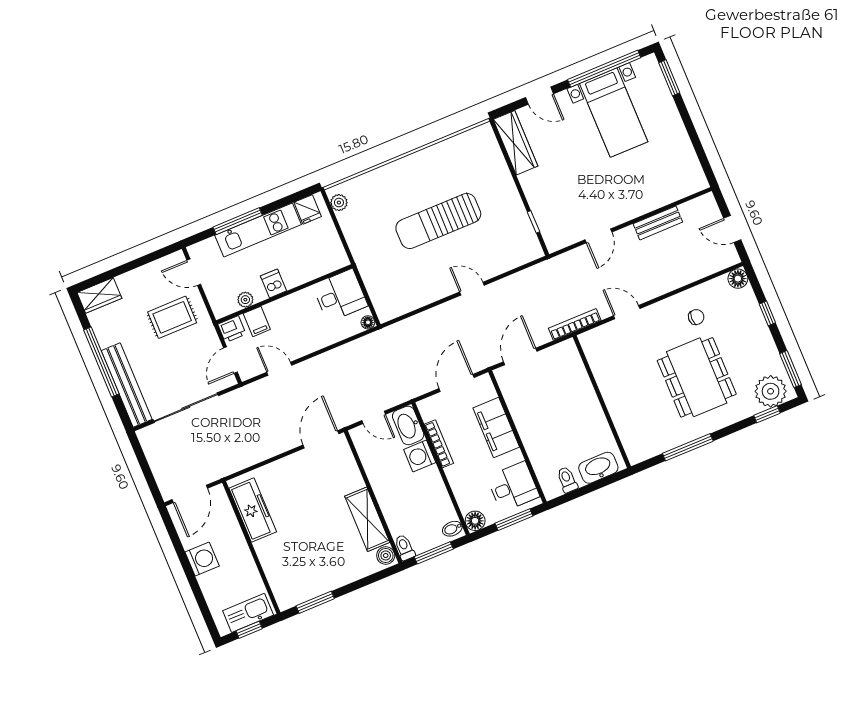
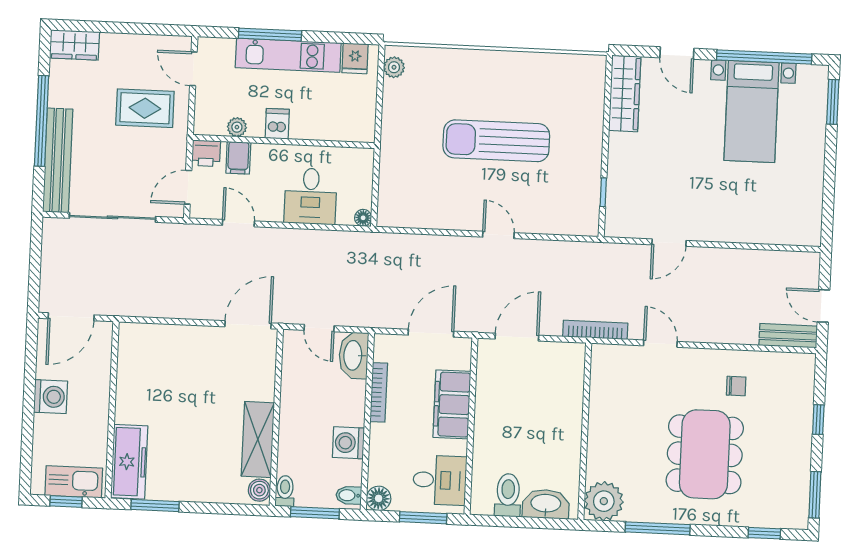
bench: (658, 223) -> (788, 336), moved
floor lamp: (738, 279) -> (803, 365), removed
desk: (340, 295) -> (311, 196), moved, turned 90
plant: (771, 391) -> (604, 501), moved
washing machine: (420, 456) -> (348, 443), moved
toilet: (567, 480) -> (508, 495), width x1.37, depth x1.39
freezer: (253, 510) -> (129, 462), moved

